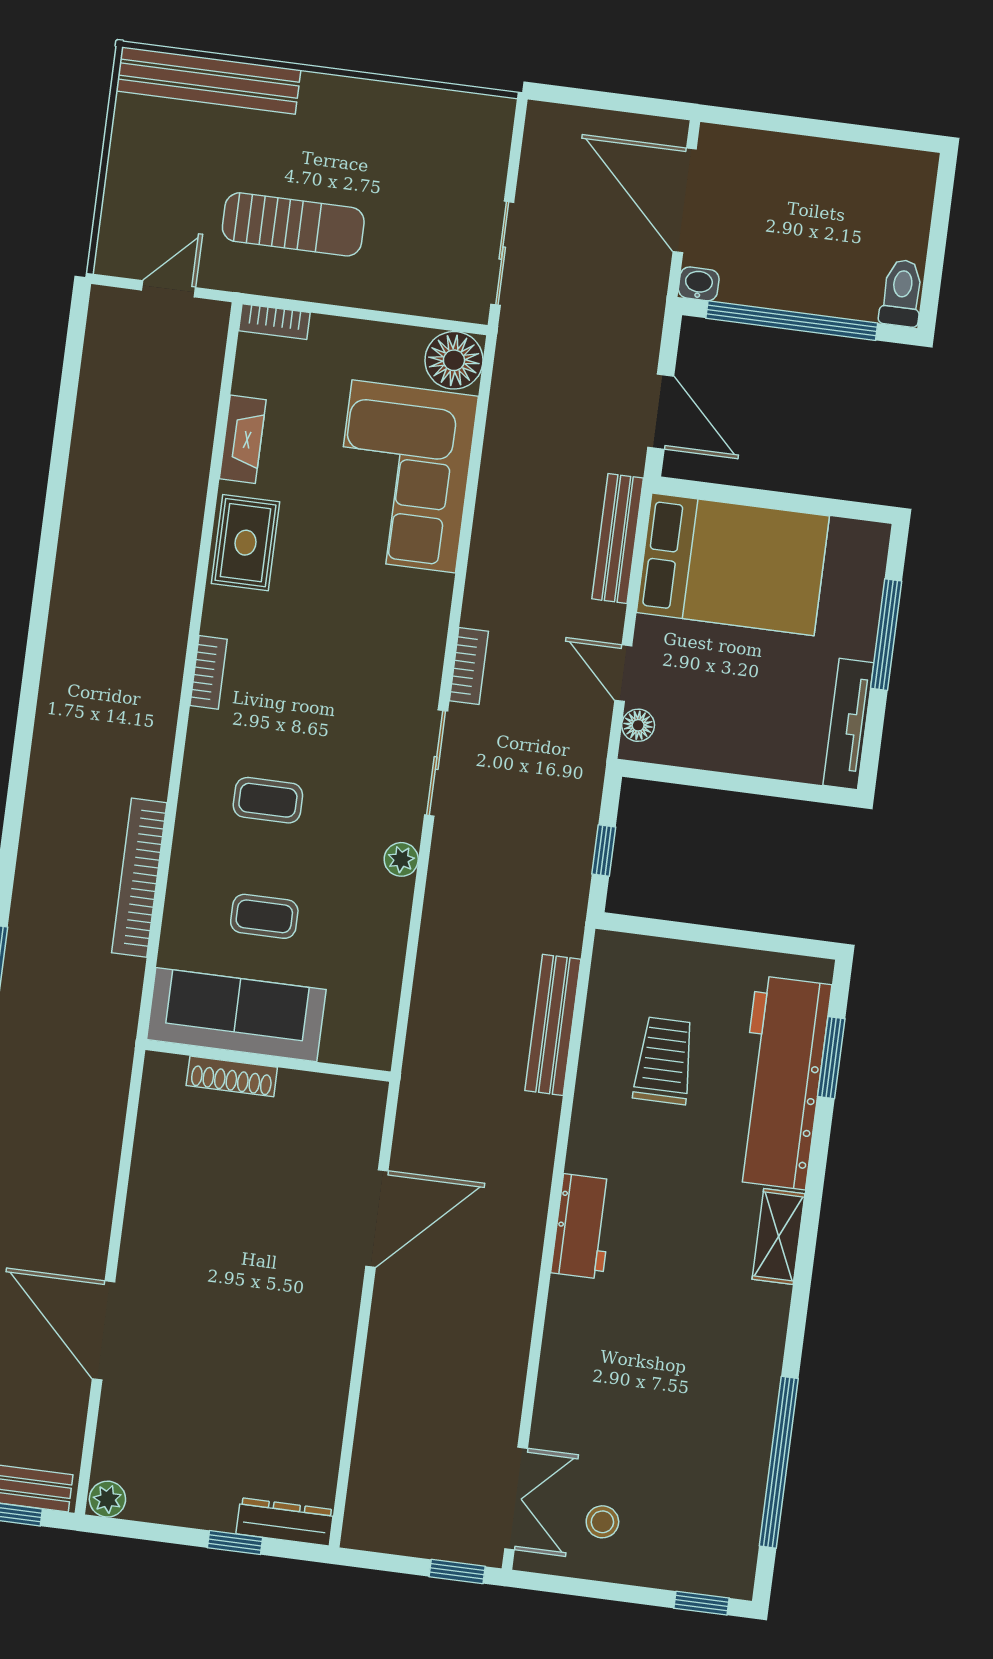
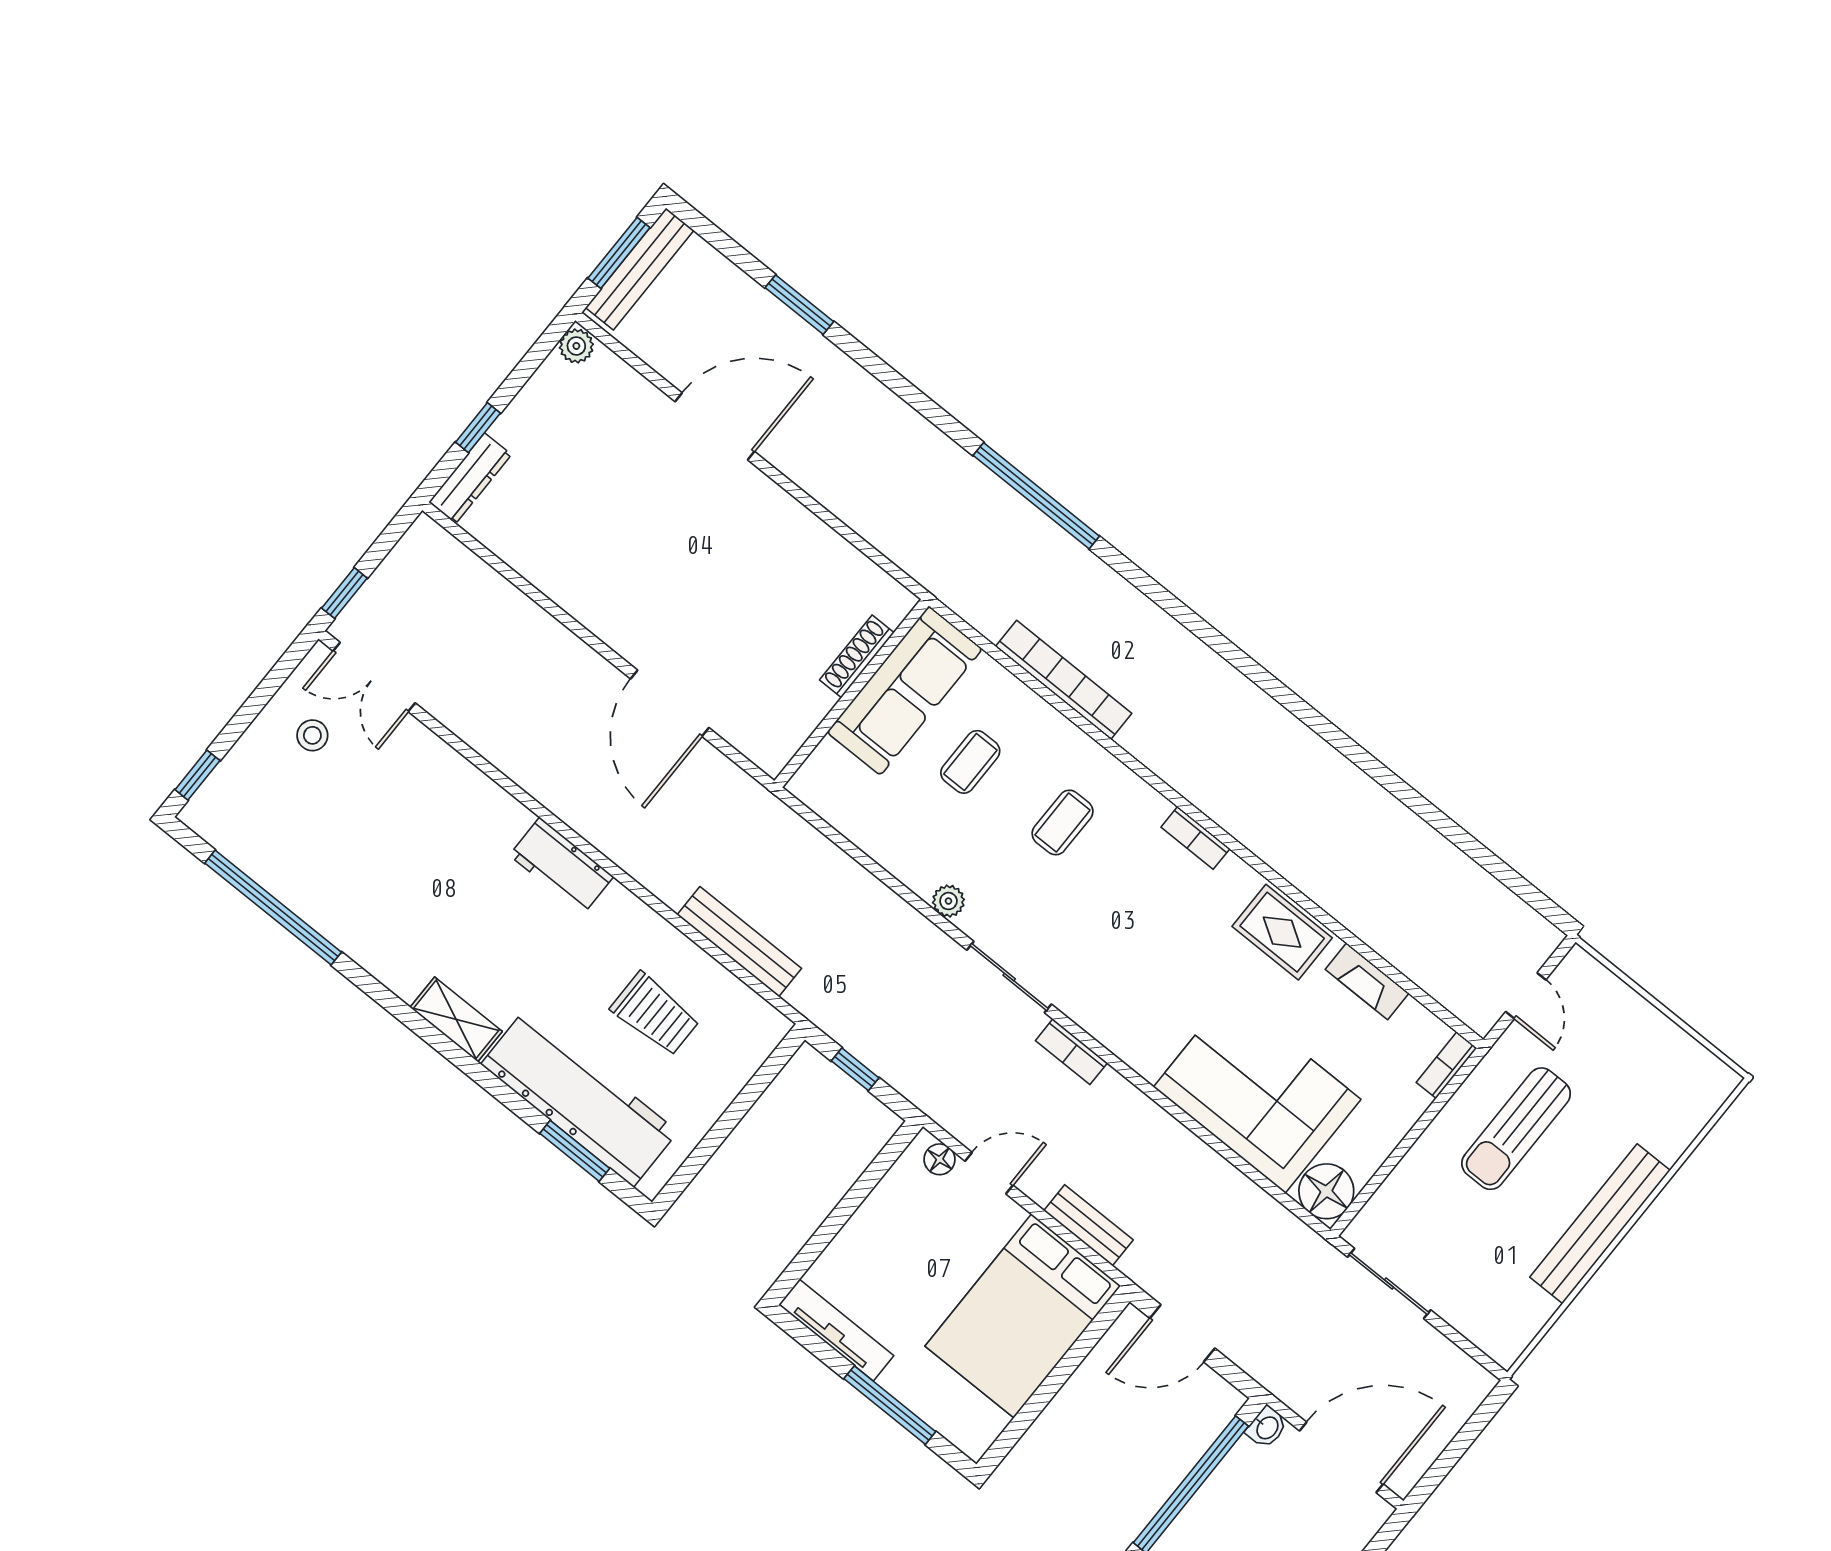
bench: (208, 81) -> (1600, 1224), moved
bench: (618, 538) -> (1088, 1225), width x0.73

